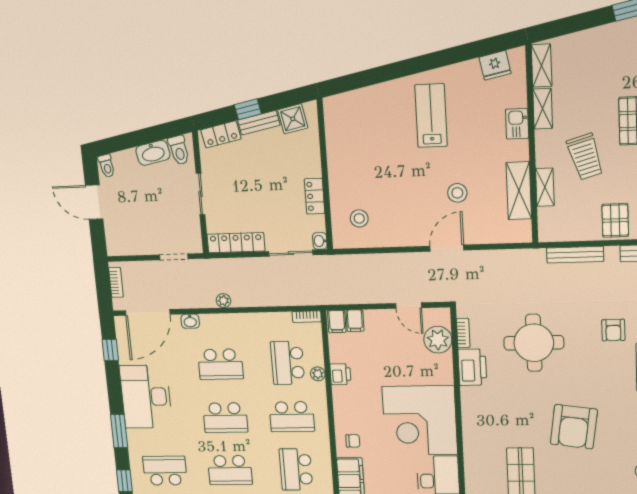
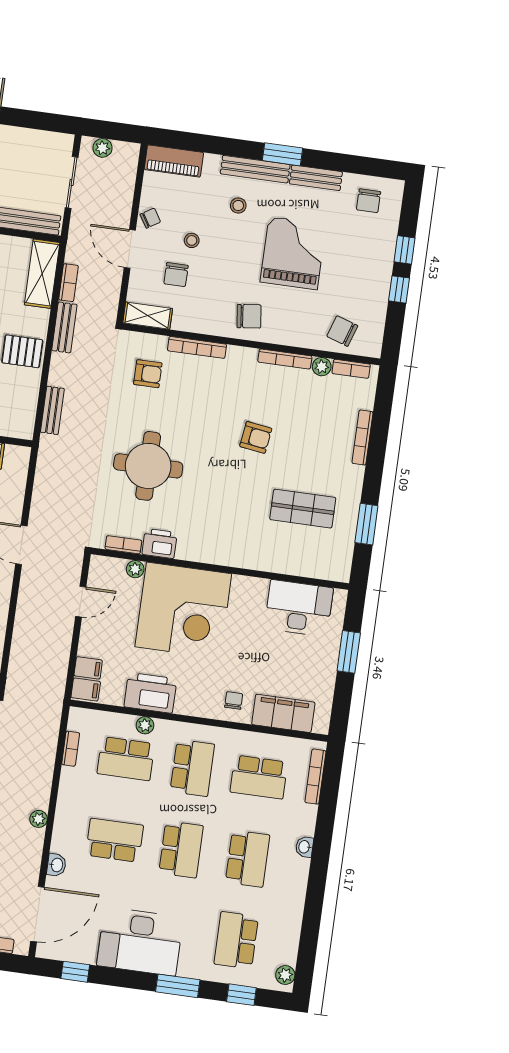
bench: (575, 255) -> (52, 410), width x0.73
door: (148, 312) -> (37, 914), hinge flipped
bookcase: (307, 317) -> (71, 749), moved
plant: (438, 340) -> (135, 569), width x0.53, depth x0.53
school desk: (220, 364) -> (115, 840), turned -90
printer: (472, 367) -> (160, 543), width x0.73, depth x0.84
printer: (340, 374) -> (150, 693), width x1.87, depth x1.48
corner desk: (420, 420) -> (183, 610), moved
armchair: (574, 427) -> (256, 437), width x0.53, depth x0.53

